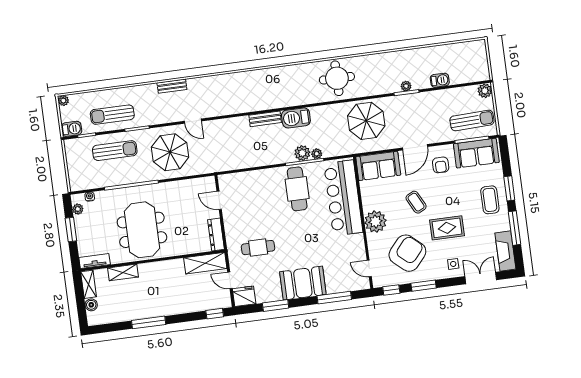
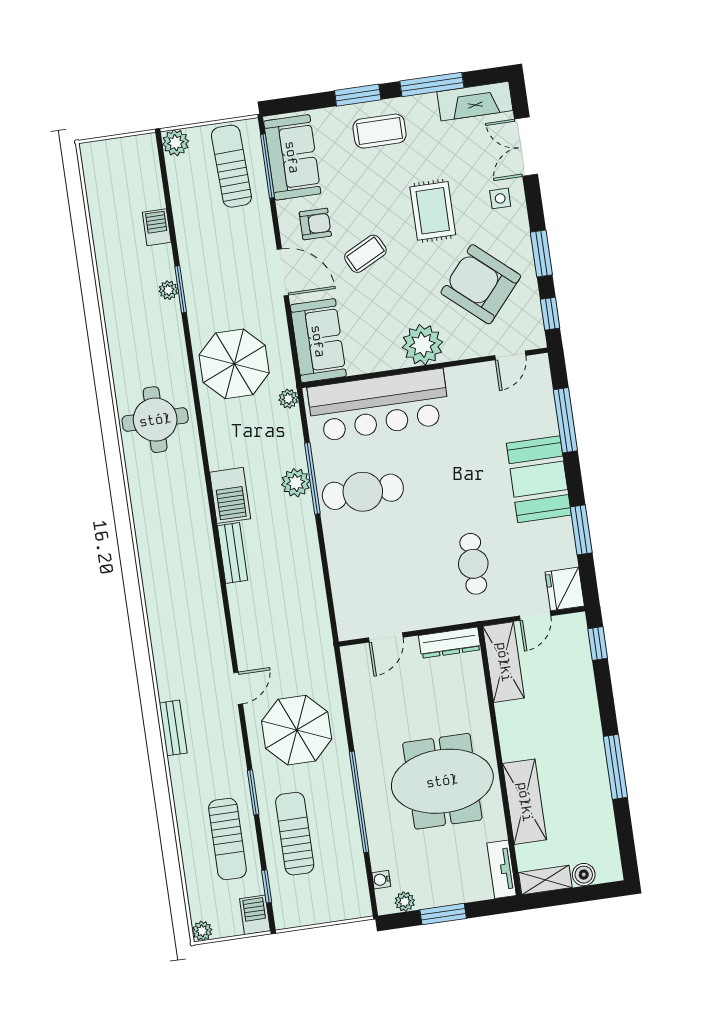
plant: (317, 154) -> (288, 399), moved
coffee table: (416, 202) -> (365, 254), moved
shelving: (123, 272) -> (525, 802), width x1.50, depth x1.33

